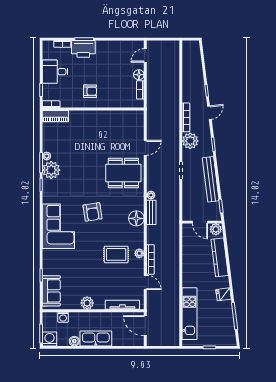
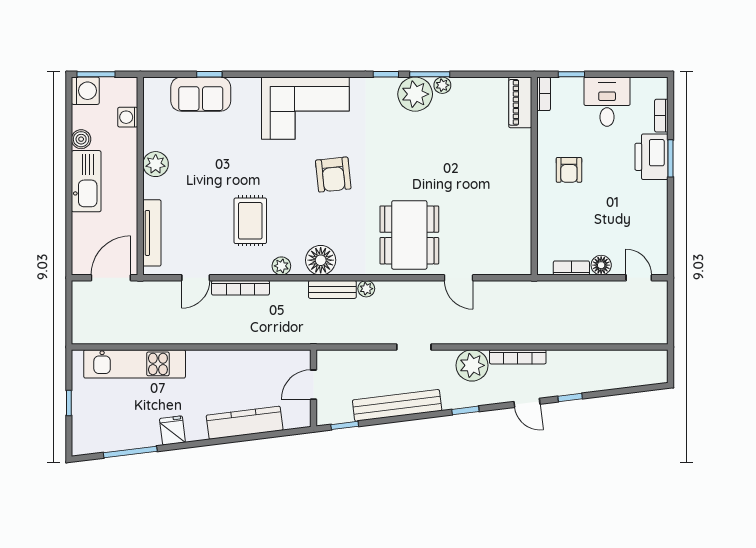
armchair: (92, 212) -> (333, 175), turned -87
plant: (216, 229) -> (299, 415), removed
plant: (139, 253) -> (281, 266), moved
sofa: (51, 291) -> (201, 94), moved

